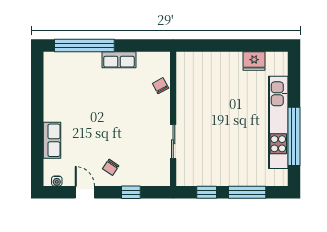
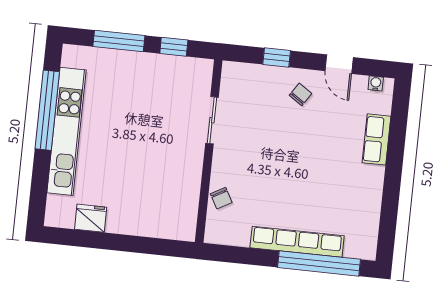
row of seats: (119, 60) -> (297, 242), width x2.02

